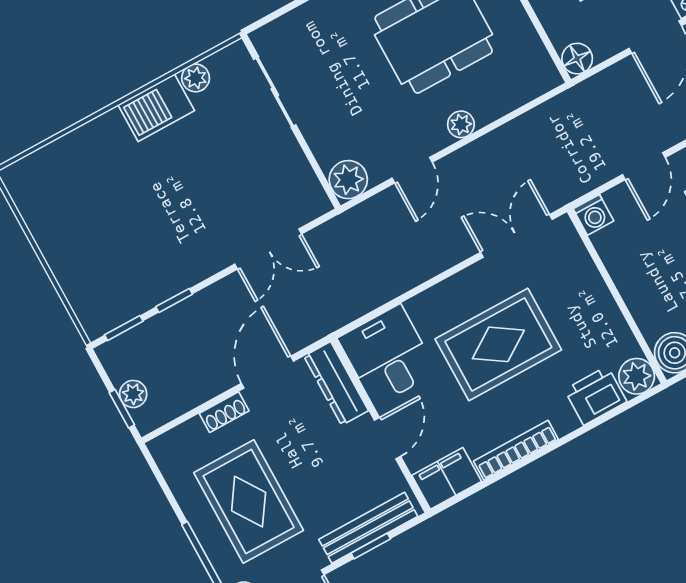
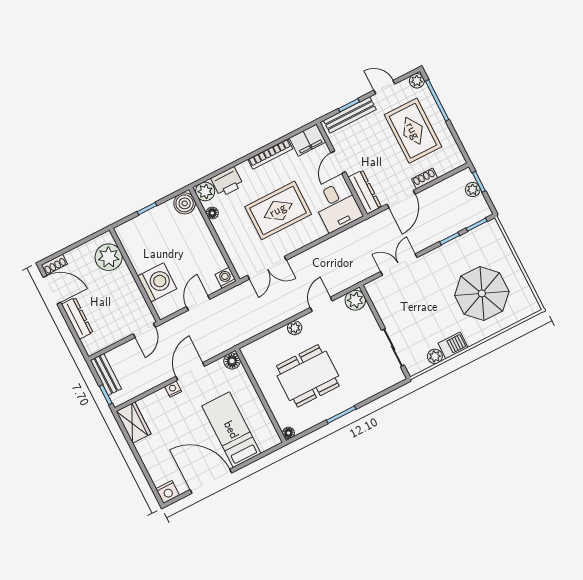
barbecue: (156, 108) -> (453, 345), width x0.73, depth x0.79
parasol: (110, 199) -> (482, 293), added
floor lamp: (622, 336) -> (212, 213), added

